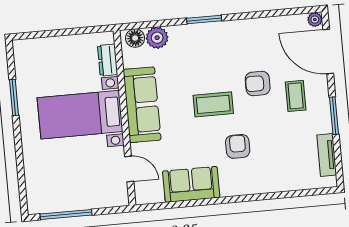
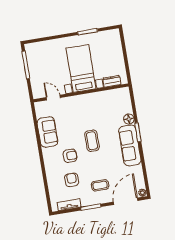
floor lamp: (135, 38) -> (129, 119), moved
plant: (157, 38) -> (126, 107), removed
armchair: (258, 83) -> (72, 180), moved
sofa: (142, 105) -> (130, 145), moved, turned 90
door: (129, 169) -> (53, 98), swing flipped

